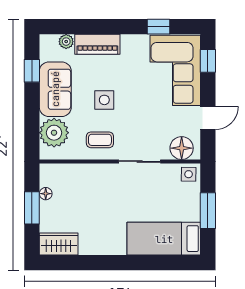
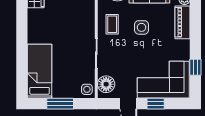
window: (208, 61) -> (156, 104), moved

